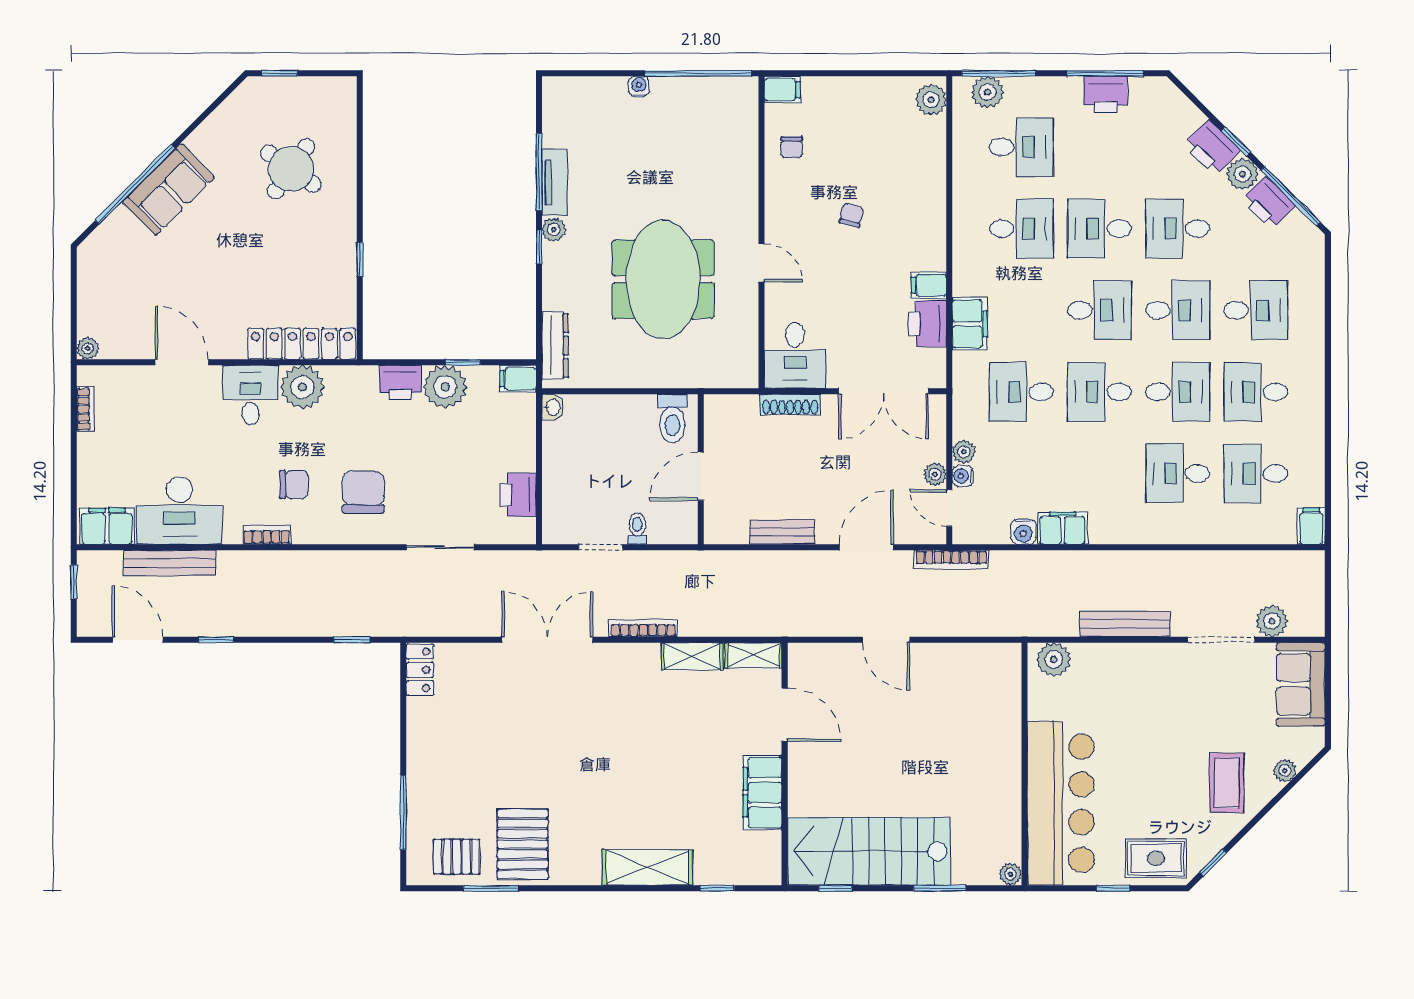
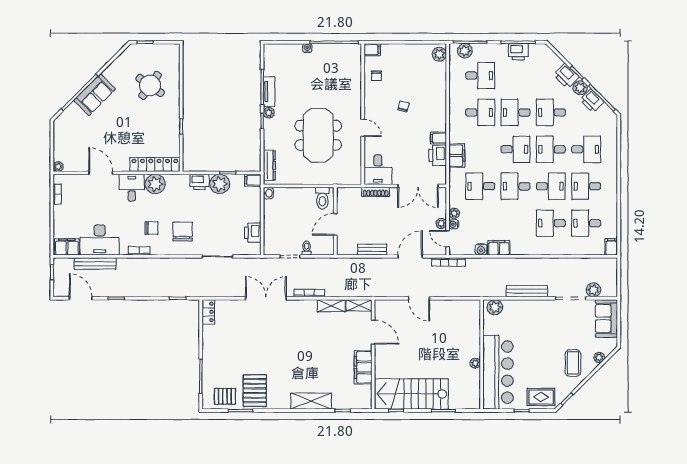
desk: (1178, 310) -> (551, 149), turned 180
plant: (1010, 874) -> (475, 363), moved

